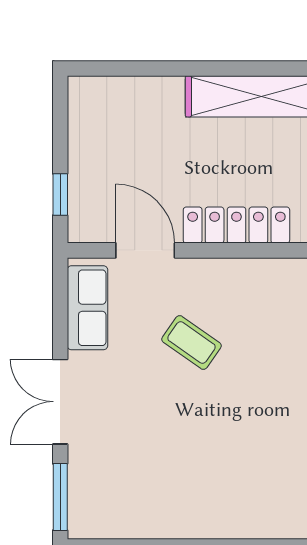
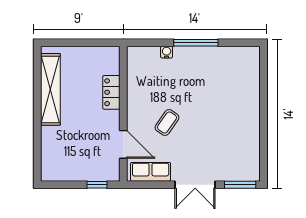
locker: (236, 225) -> (111, 92), width x0.66
door: (145, 250) -> (123, 144), swing flipped

